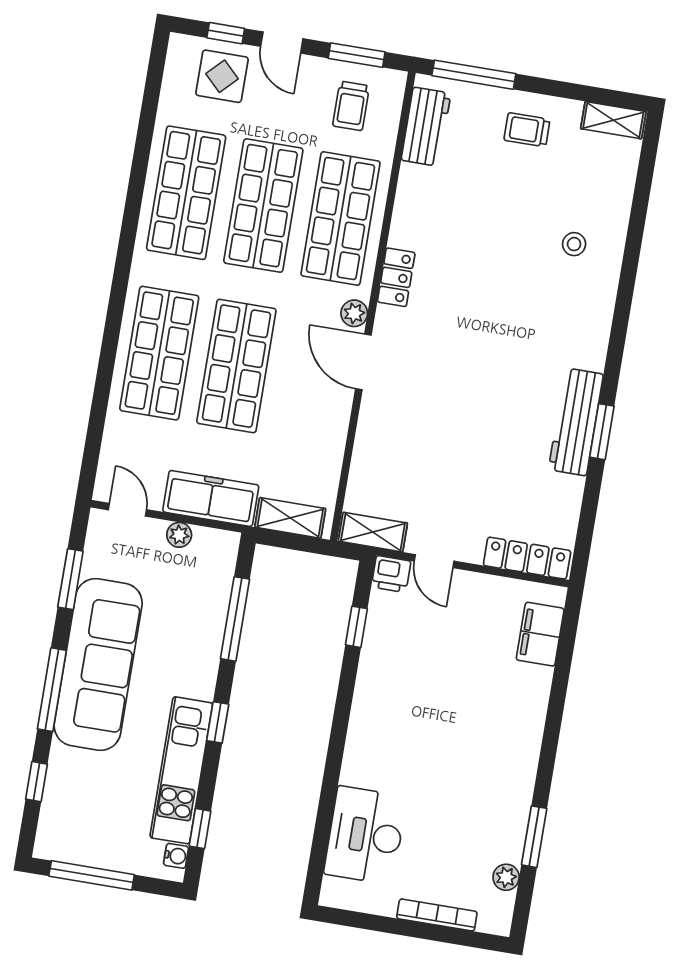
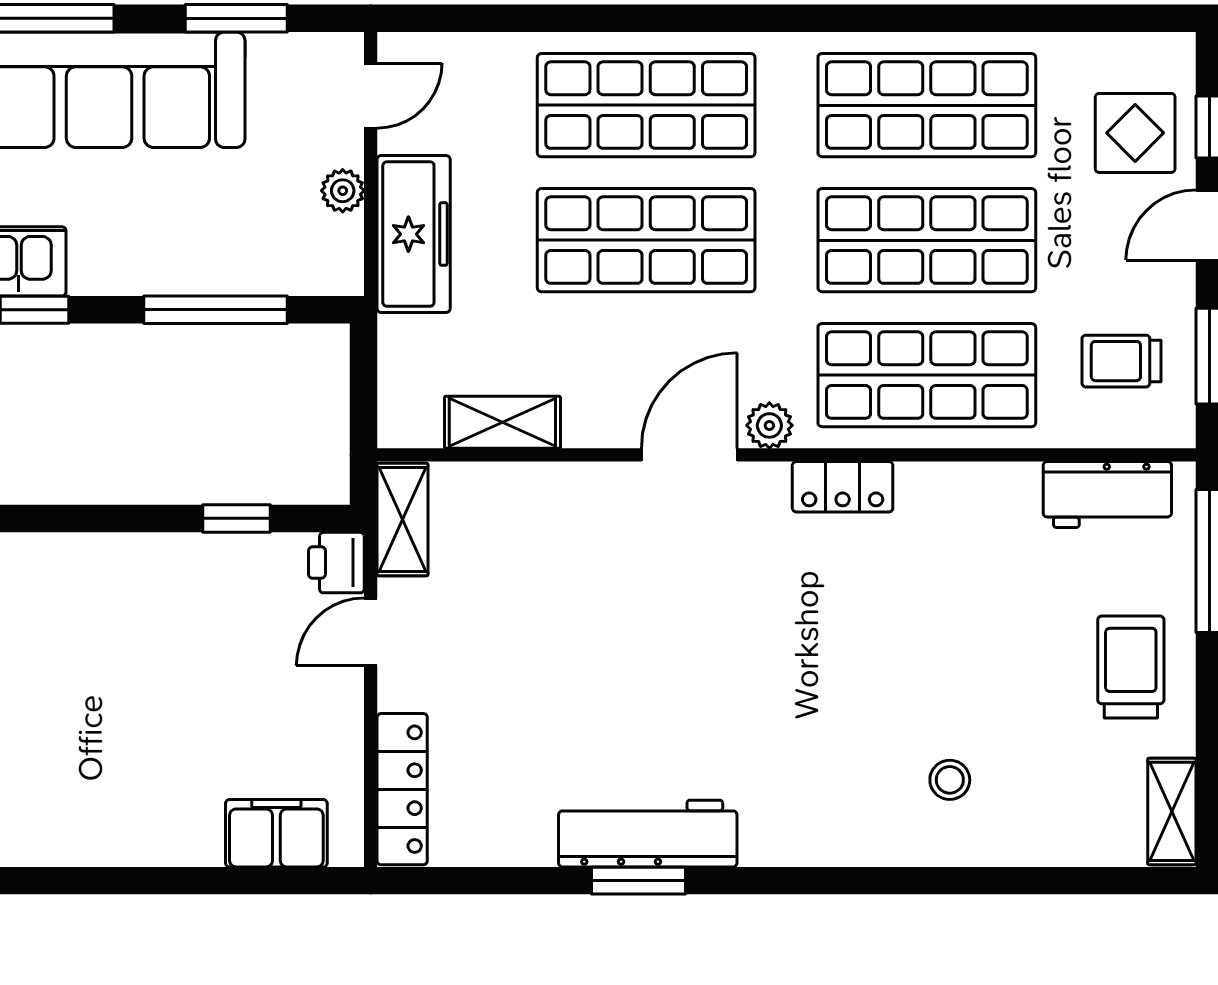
trolley: (527, 130) -> (1131, 667), width x1.36, depth x1.39
shelving: (290, 518) -> (502, 422), moved, turned 90

